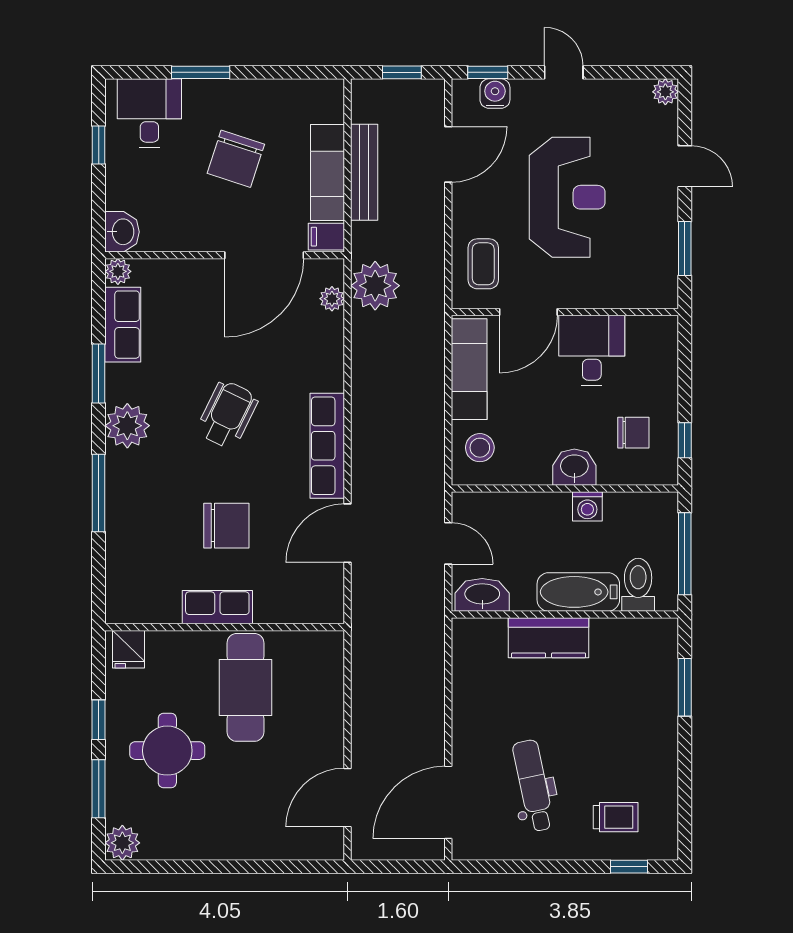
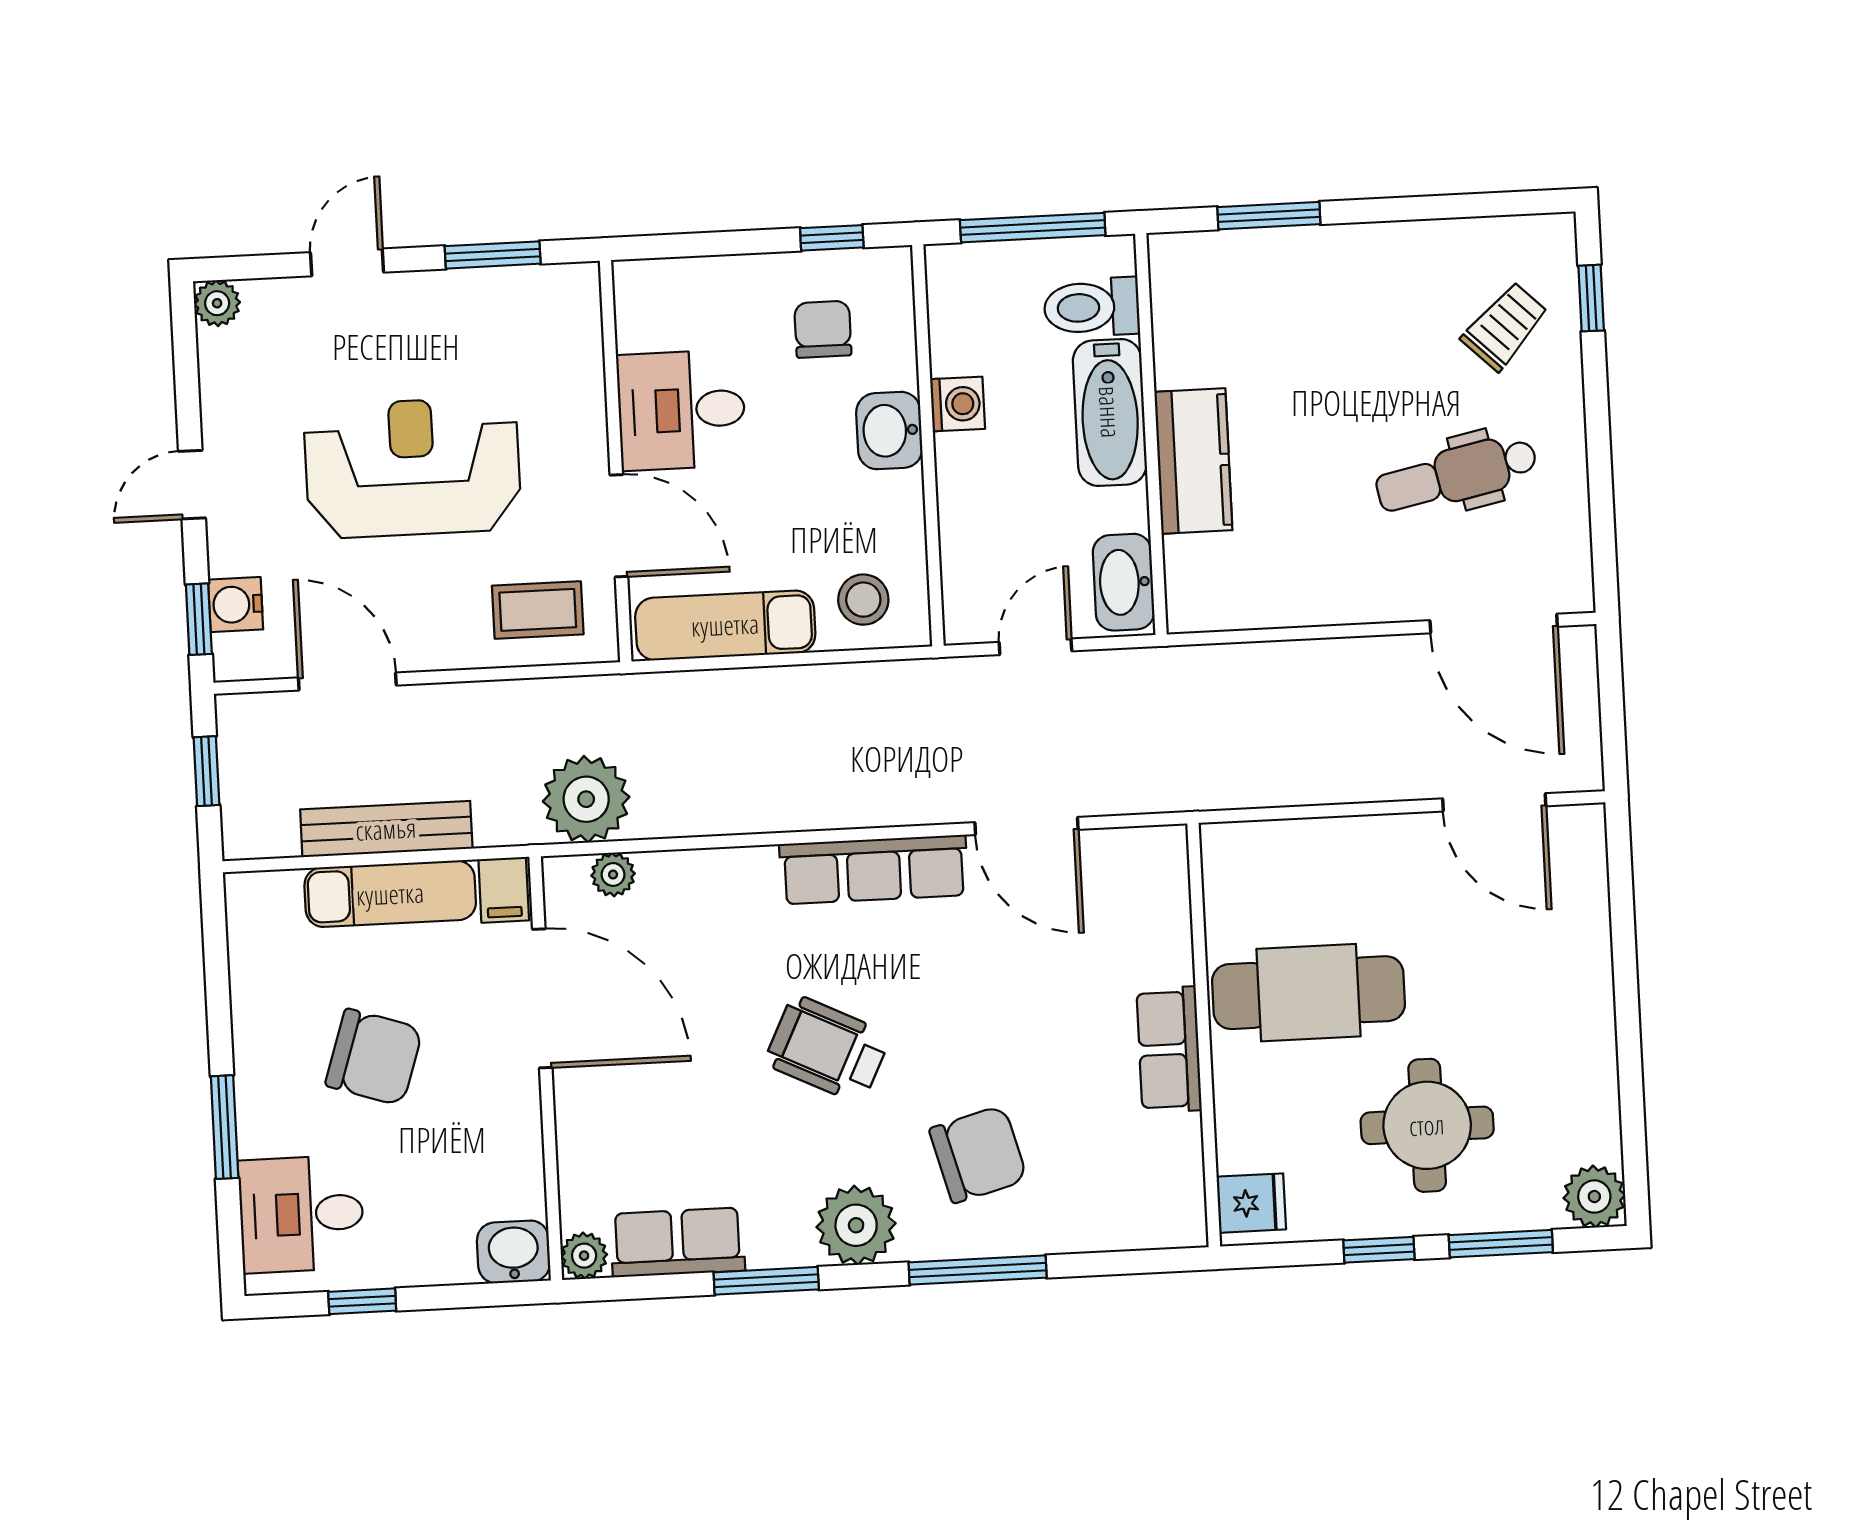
chair: (226, 526) -> (978, 1154), moved, turned 75
trolley: (616, 817) -> (1505, 326), turned 44

